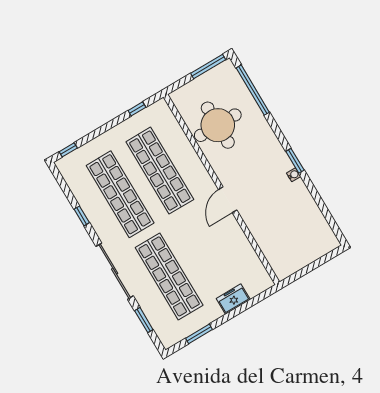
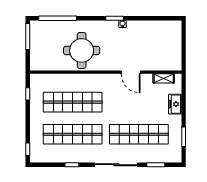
round table: (218, 125) -> (82, 50), moved
door: (228, 200) -> (131, 72), moved
shelving: (257, 266) -> (164, 78), added

